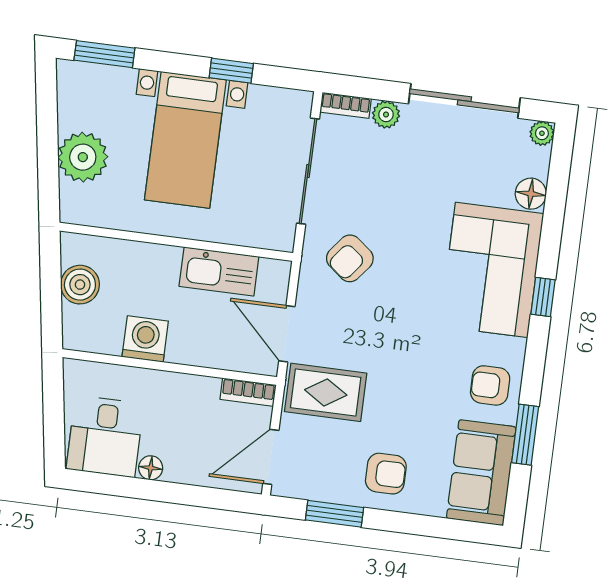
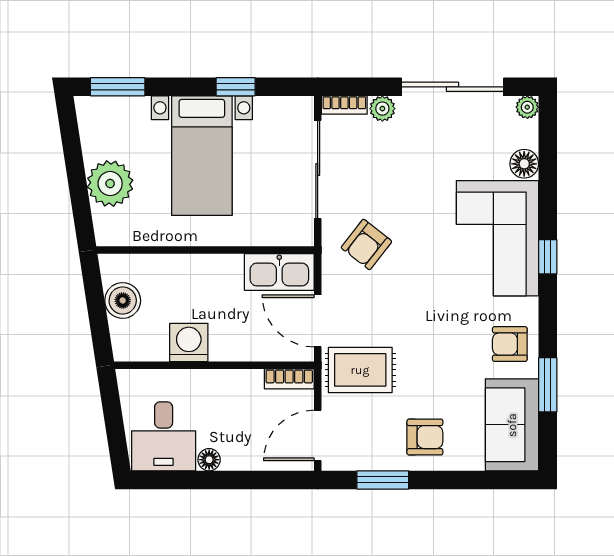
kitchen sink: (219, 271) -> (279, 272), moved

